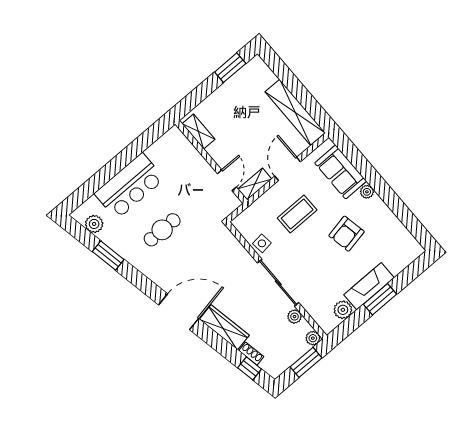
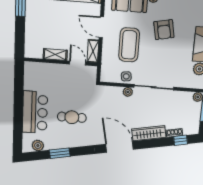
shelving: (198, 131) -> (55, 55), moved
coffee table: (297, 214) -> (129, 45), width x1.36, depth x1.32
cafe table: (162, 230) -> (72, 117), turned 90
door: (179, 312) -> (119, 147), hinge flipped
plant: (295, 317) -> (128, 92), moved

